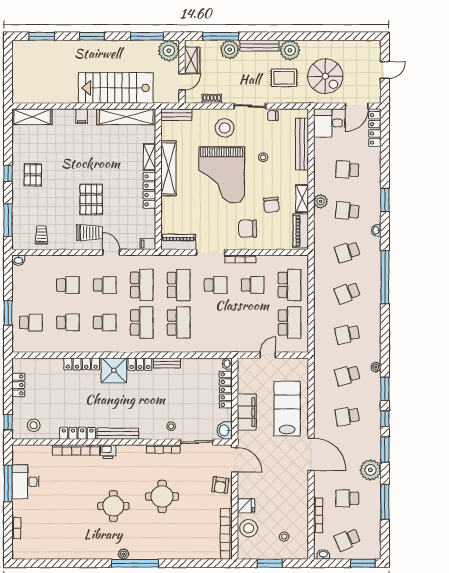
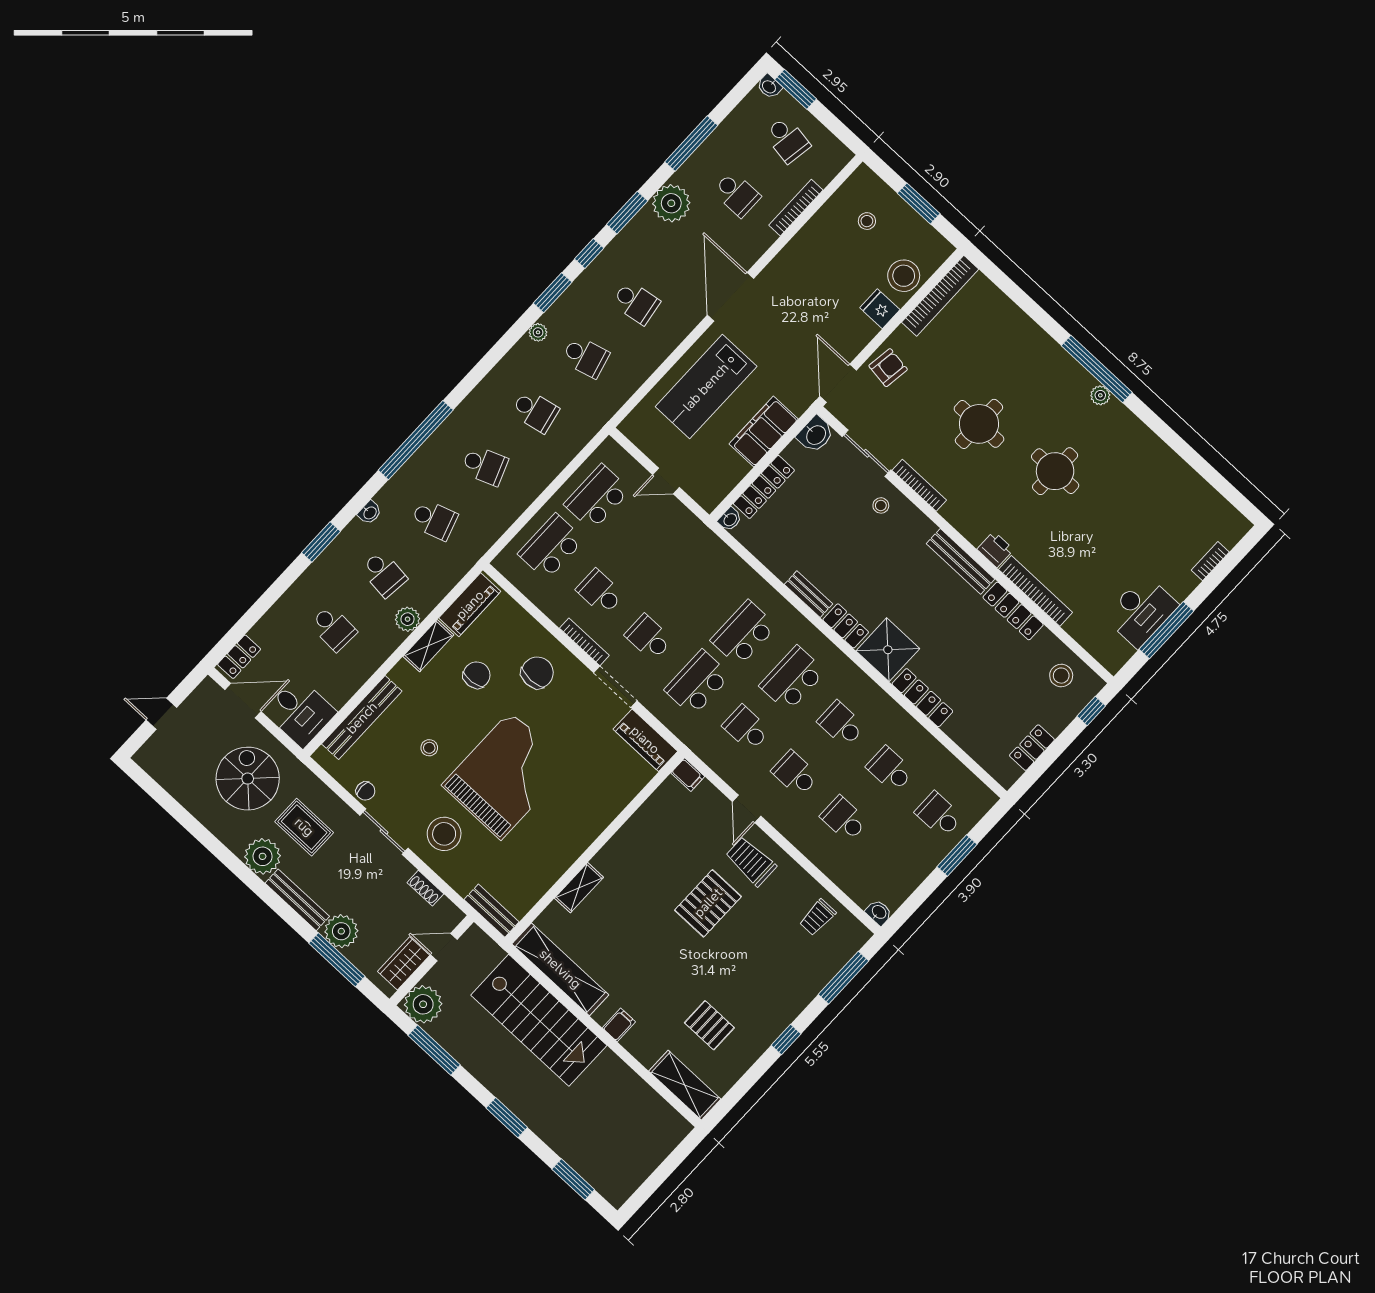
locker: (375, 129) -> (239, 657), width x0.66
shelving: (168, 168) -> (568, 850), removed
pallet: (33, 175) -> (709, 1025), moved, turned 90
locker: (149, 190) -> (620, 844), removed
chair: (248, 229) -> (537, 673), turned -90
school desk: (142, 285) -> (746, 728), width x0.54
school desk: (347, 540) -> (787, 140), turned 33
washbasin: (323, 554) -> (769, 87), moved

